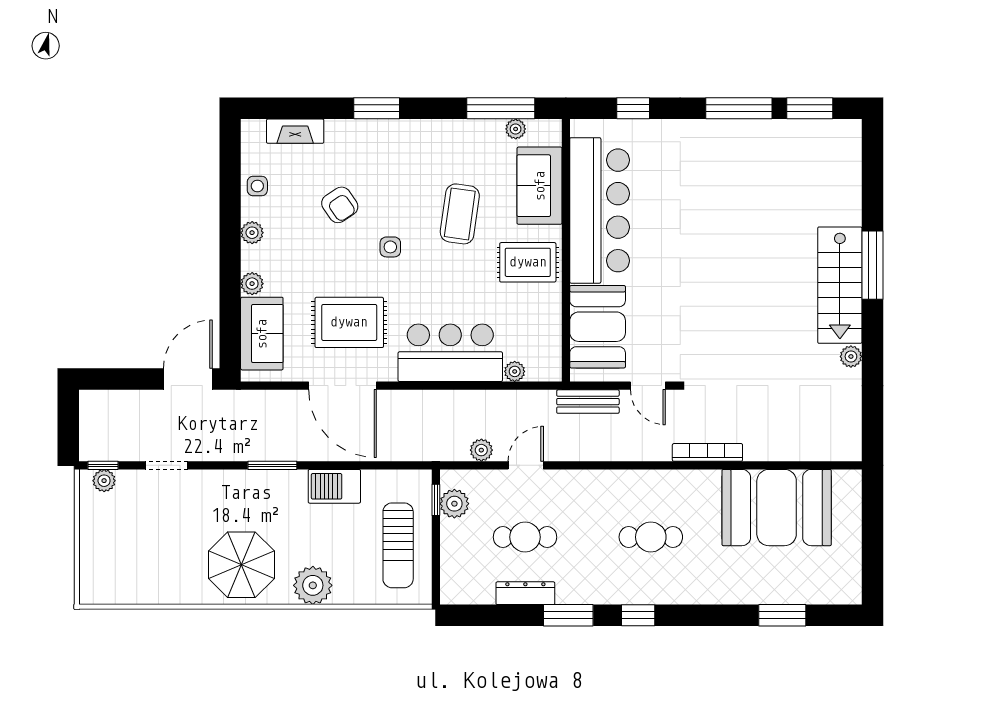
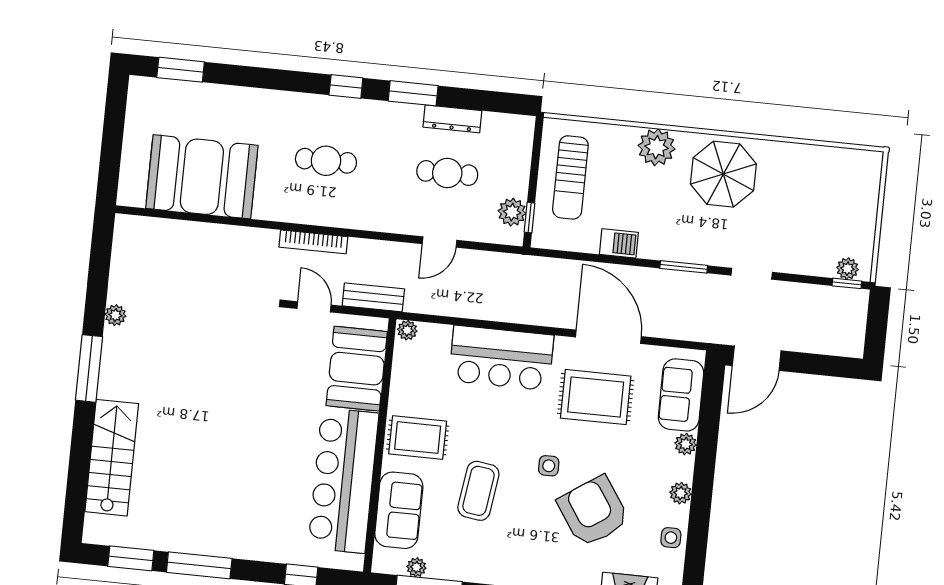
armchair: (340, 205) -> (593, 511), width x1.88, depth x1.88
window: (872, 265) -> (89, 368), moved
stairs: (840, 285) -> (112, 458), moved
plant: (515, 371) -> (407, 330), moved
plant: (481, 450) -> (481, 261), removed
bookcase: (707, 452) -> (313, 242), moved
doorway: (167, 465) -> (752, 274), moved
barbecue: (334, 486) -> (619, 243), width x0.73, depth x0.79
sun lounger: (398, 545) -> (570, 177), turned 180
window: (782, 615) -> (181, 70), moved

